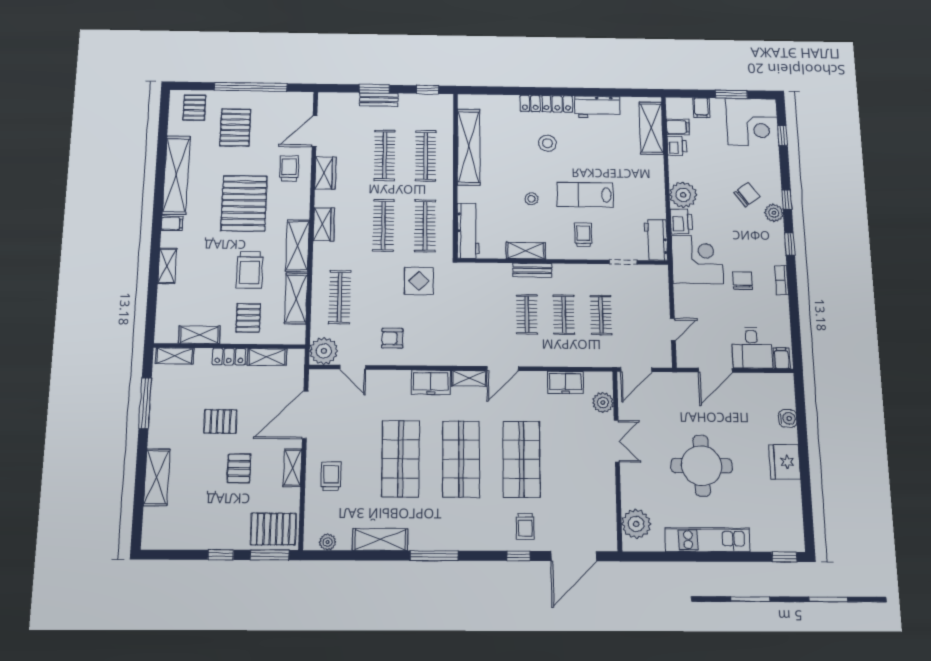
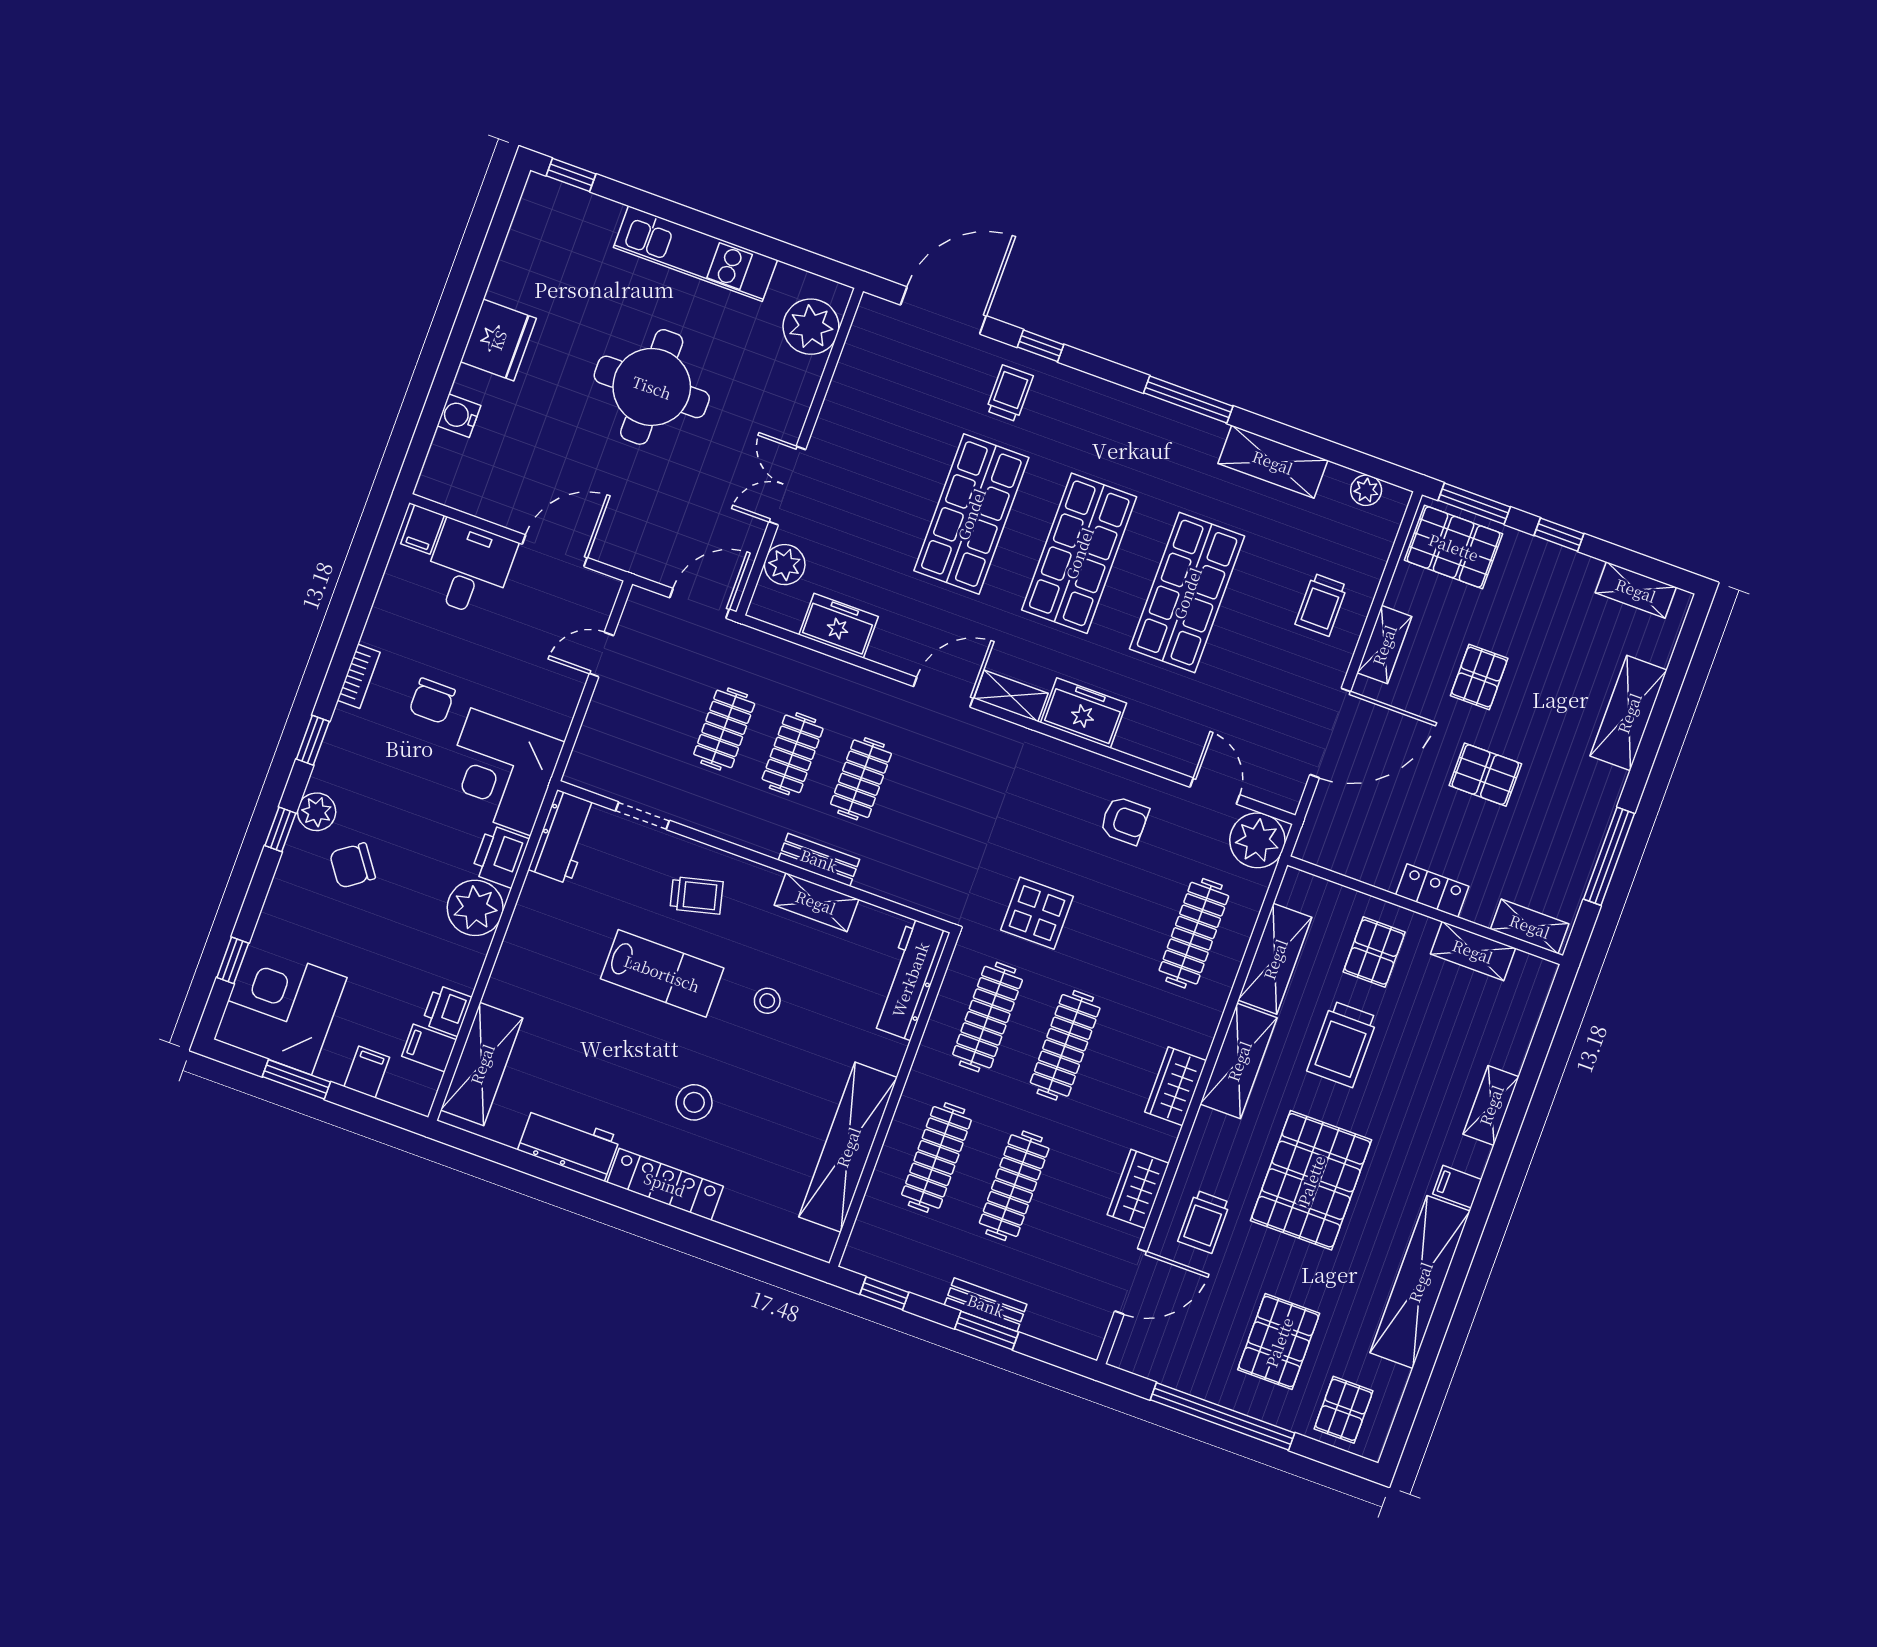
trolley: (583, 235) -> (696, 895), turned -104
trolley: (250, 270) -> (1342, 1044), turned 180
shelving: (267, 357) -> (1636, 590), moved

